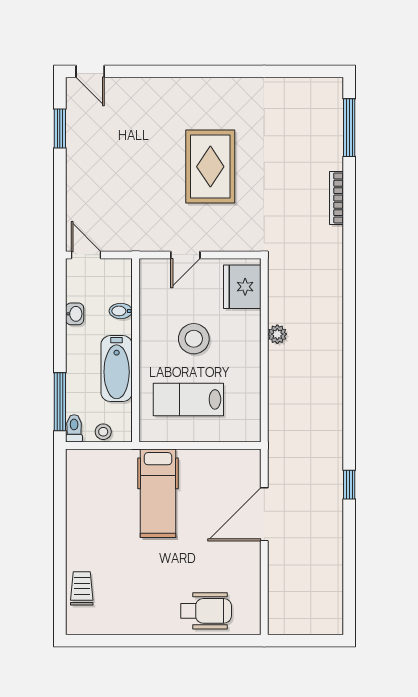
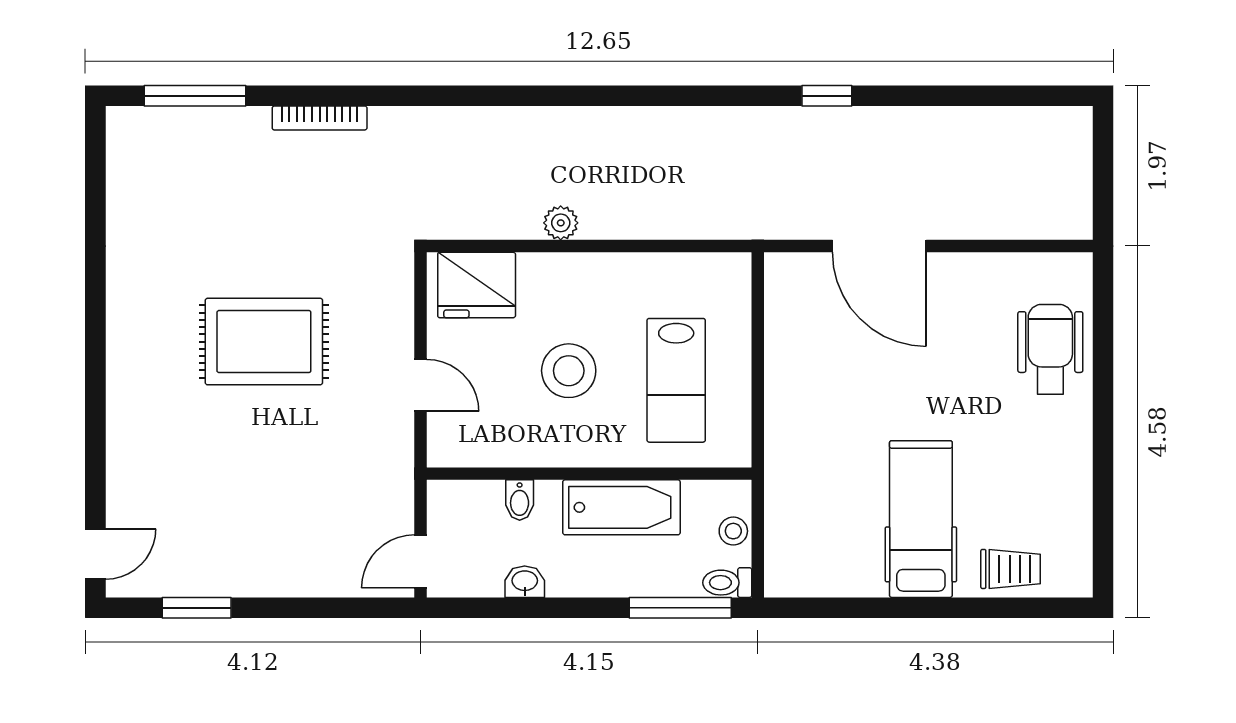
hospital bed: (158, 493) -> (921, 519), moved, turned -90
trolley: (82, 588) -> (1011, 569), turned 180

